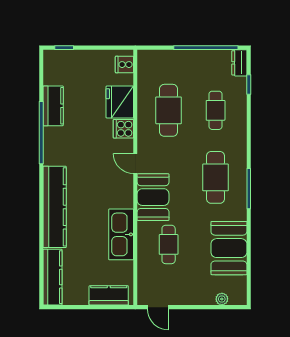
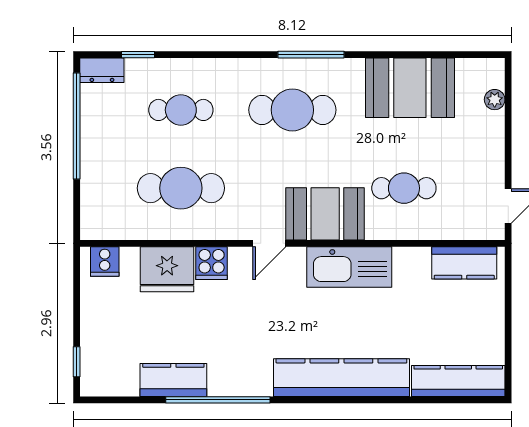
kitchen sink: (121, 234) -> (349, 267), moved
kitchen counter: (109, 295) -> (464, 263), moved, turned -90

